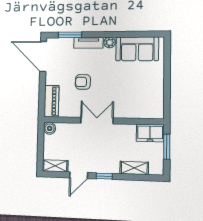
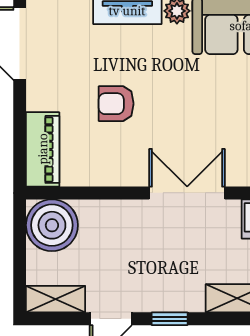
double door: (97, 121) -> (187, 193), moved
boiler: (50, 128) -> (52, 225), width x1.86, depth x1.86

